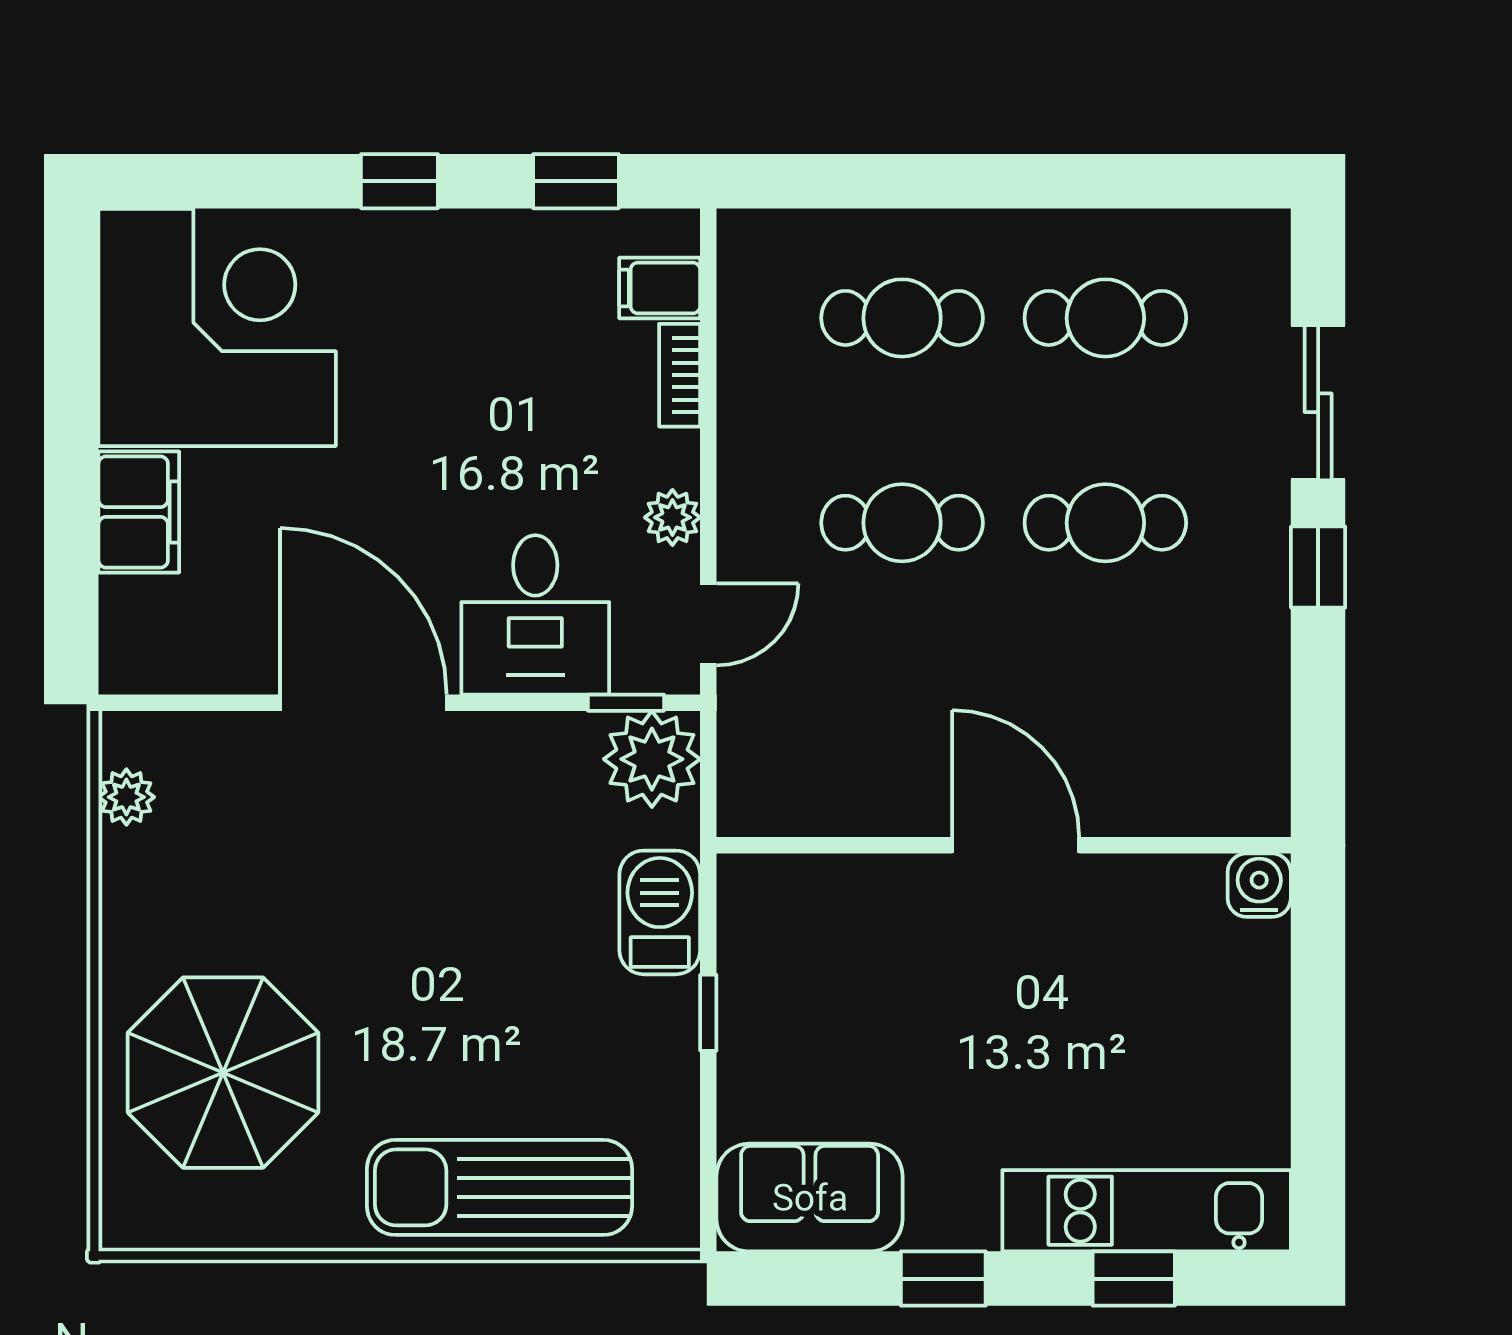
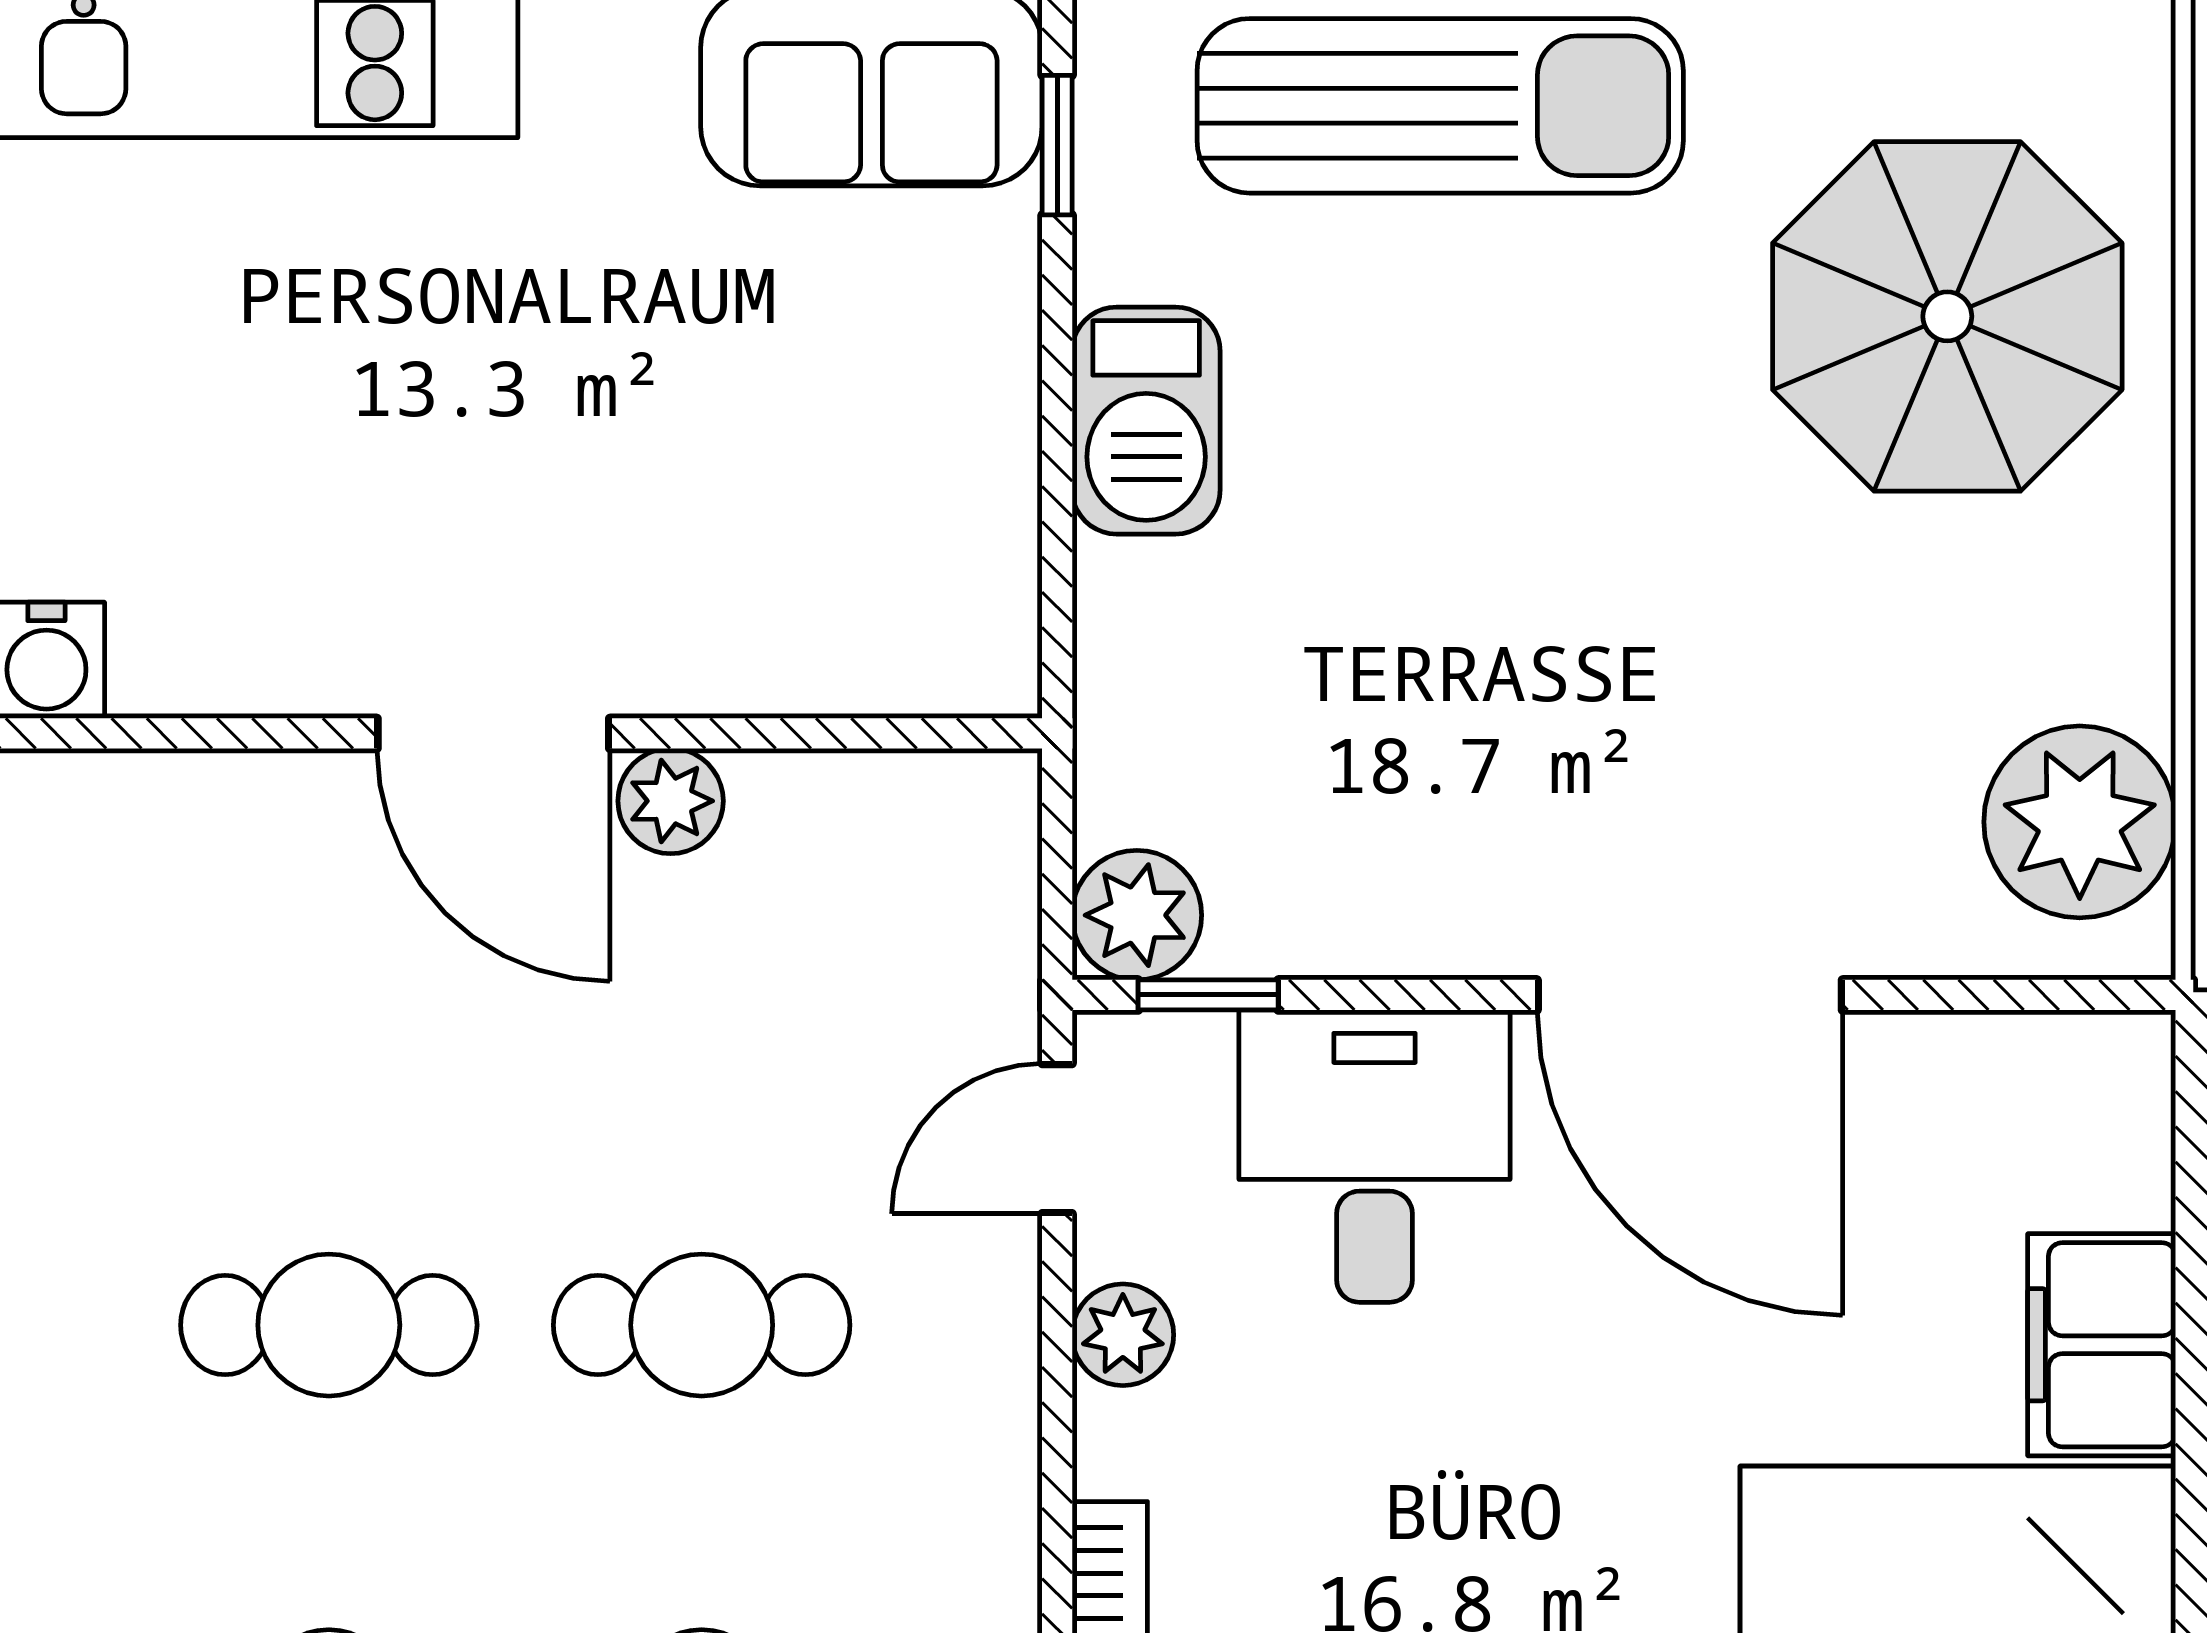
plant: (652, 759) -> (1137, 915), width x0.73, depth x0.73
plant: (126, 797) -> (2080, 822), width x1.88, depth x1.88
plant: (919, 808) -> (671, 801), added
barbecue: (660, 912) -> (1146, 421), moved
window: (708, 1013) -> (1057, 145), moved

